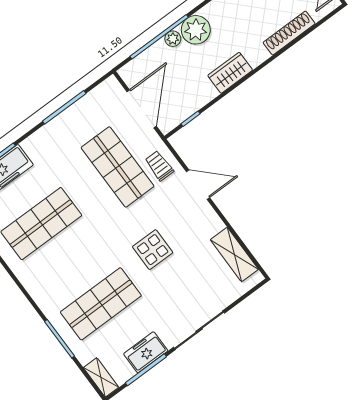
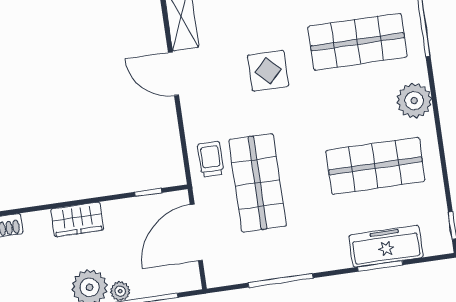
trolley: (159, 166) -> (211, 159), turned 180
door: (198, 185) -> (173, 74), moved
plant: (39, 284) -> (414, 101), added

